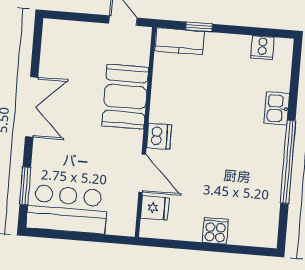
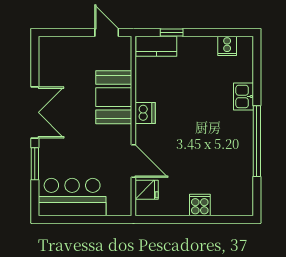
dishwasher: (159, 136) -> (145, 113), moved
window: (25, 186) -> (35, 164), moved

